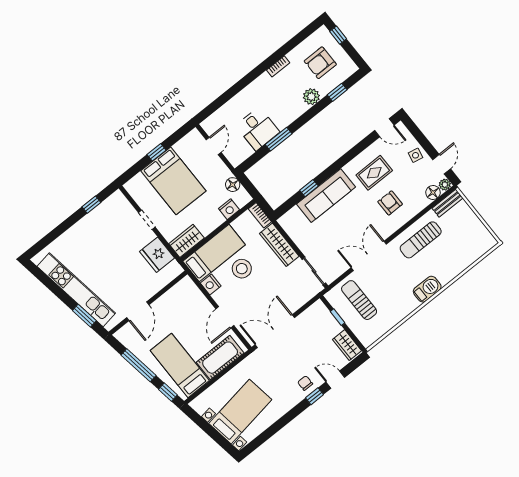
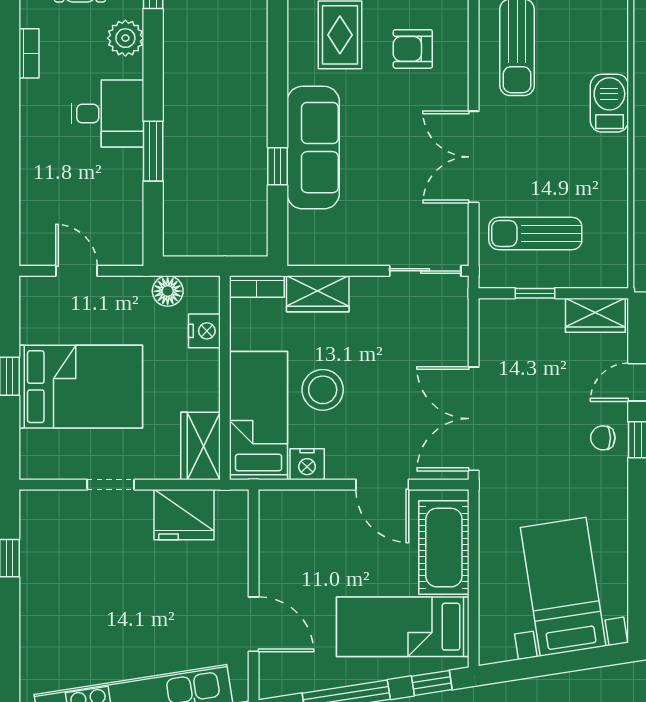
desk: (258, 129) -> (107, 114), moved
wardrobe: (279, 245) -> (318, 294), width x0.67

